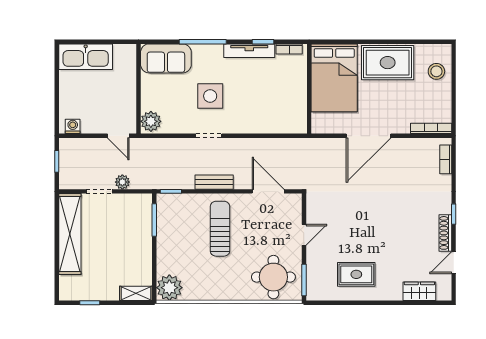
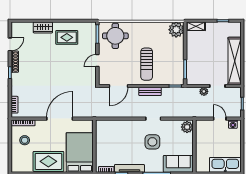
stool: (436, 71) -> (25, 140), moved
door: (118, 136) -> (220, 119), moved
door: (268, 191) -> (118, 86), hinge flipped
wardrobe: (419, 291) -> (43, 27), moved

